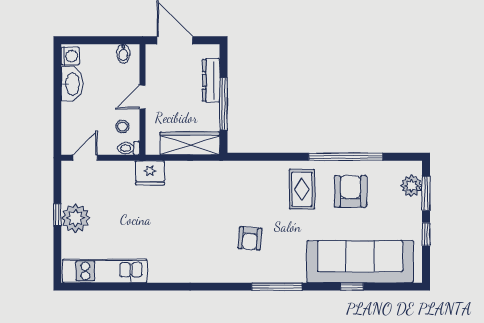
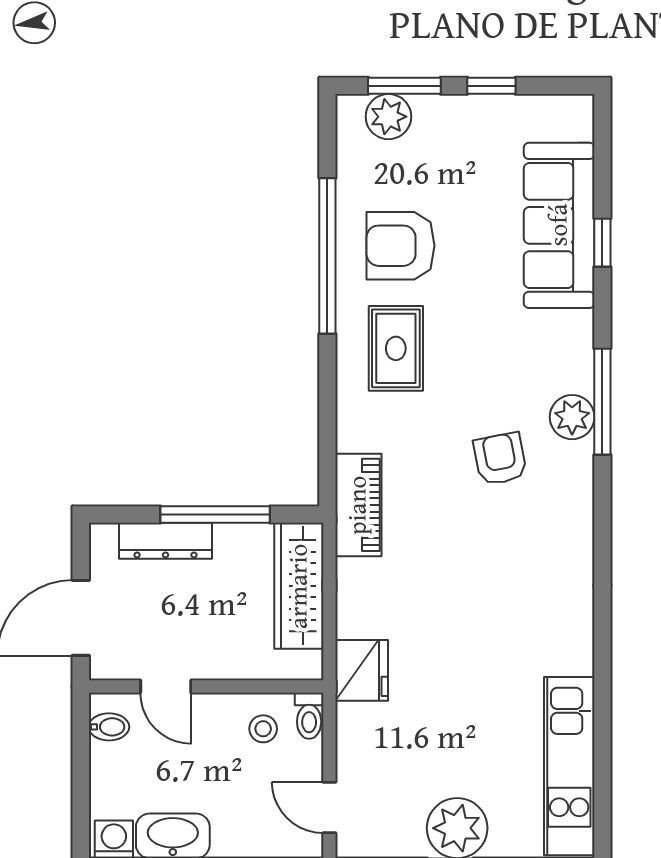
door: (142, 97) -> (166, 686), moved
piano: (228, 171) -> (358, 505), added
rug: (302, 189) -> (396, 348), turned 90
armchair: (250, 238) -> (500, 459), turned -106
sofa: (360, 262) -> (559, 225), width x0.74, depth x0.79
plant: (270, 272) -> (572, 417), added

